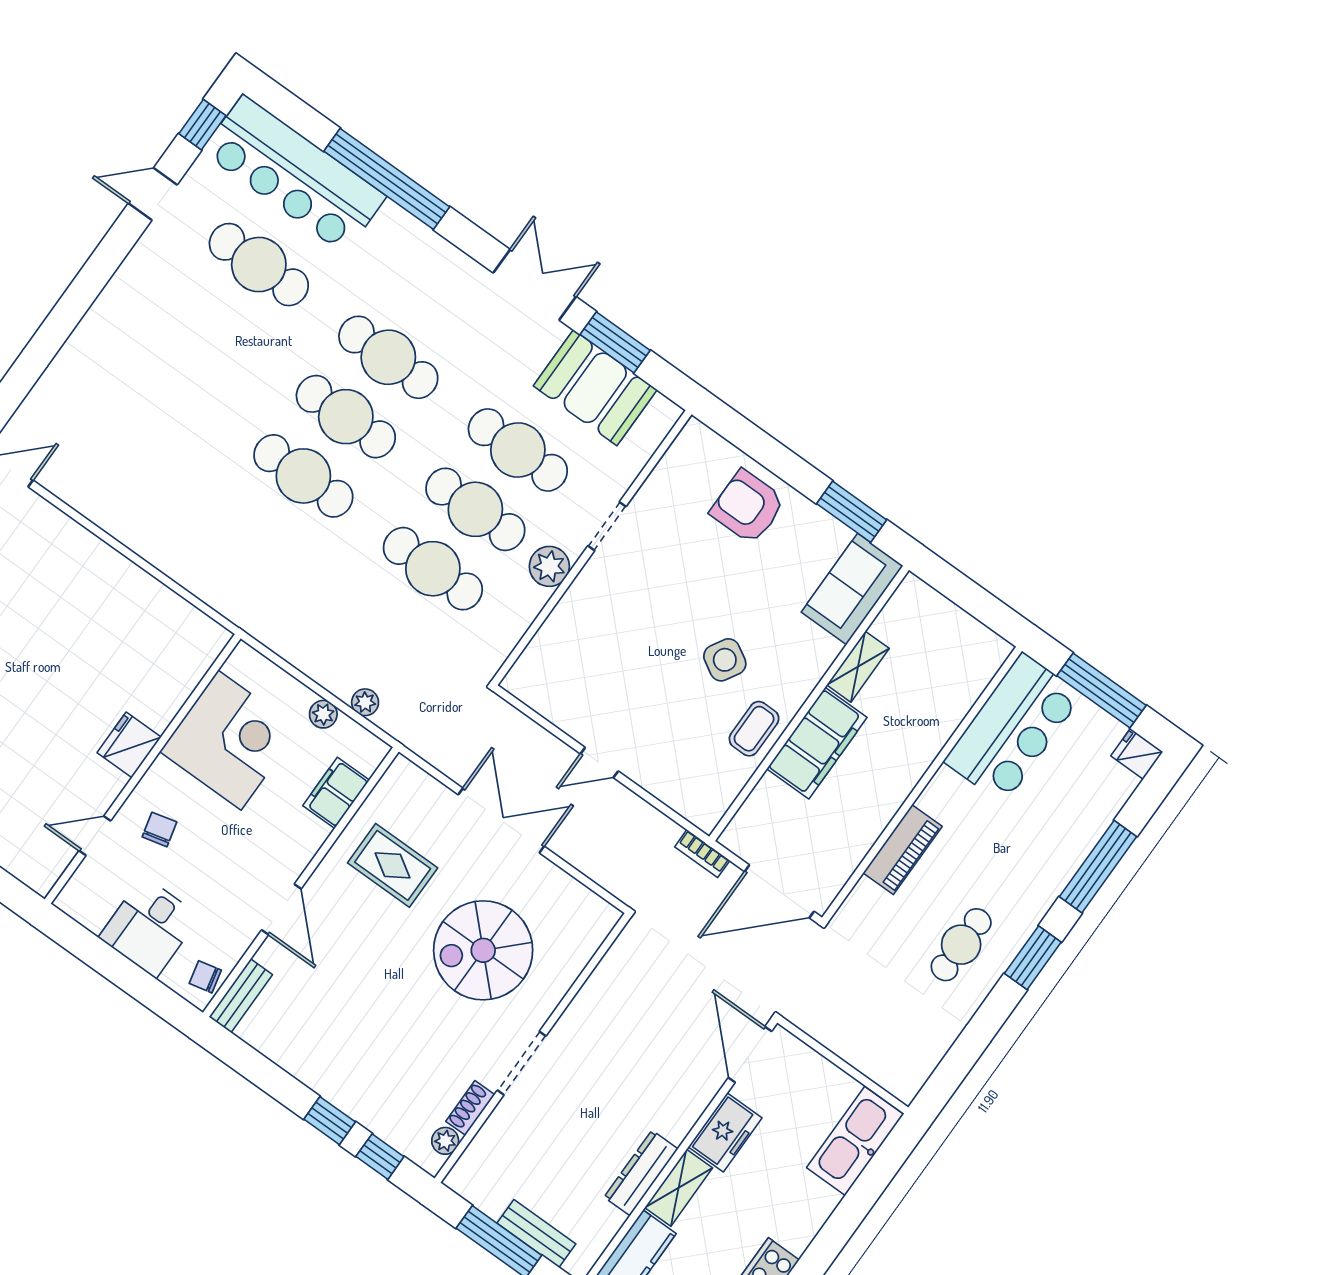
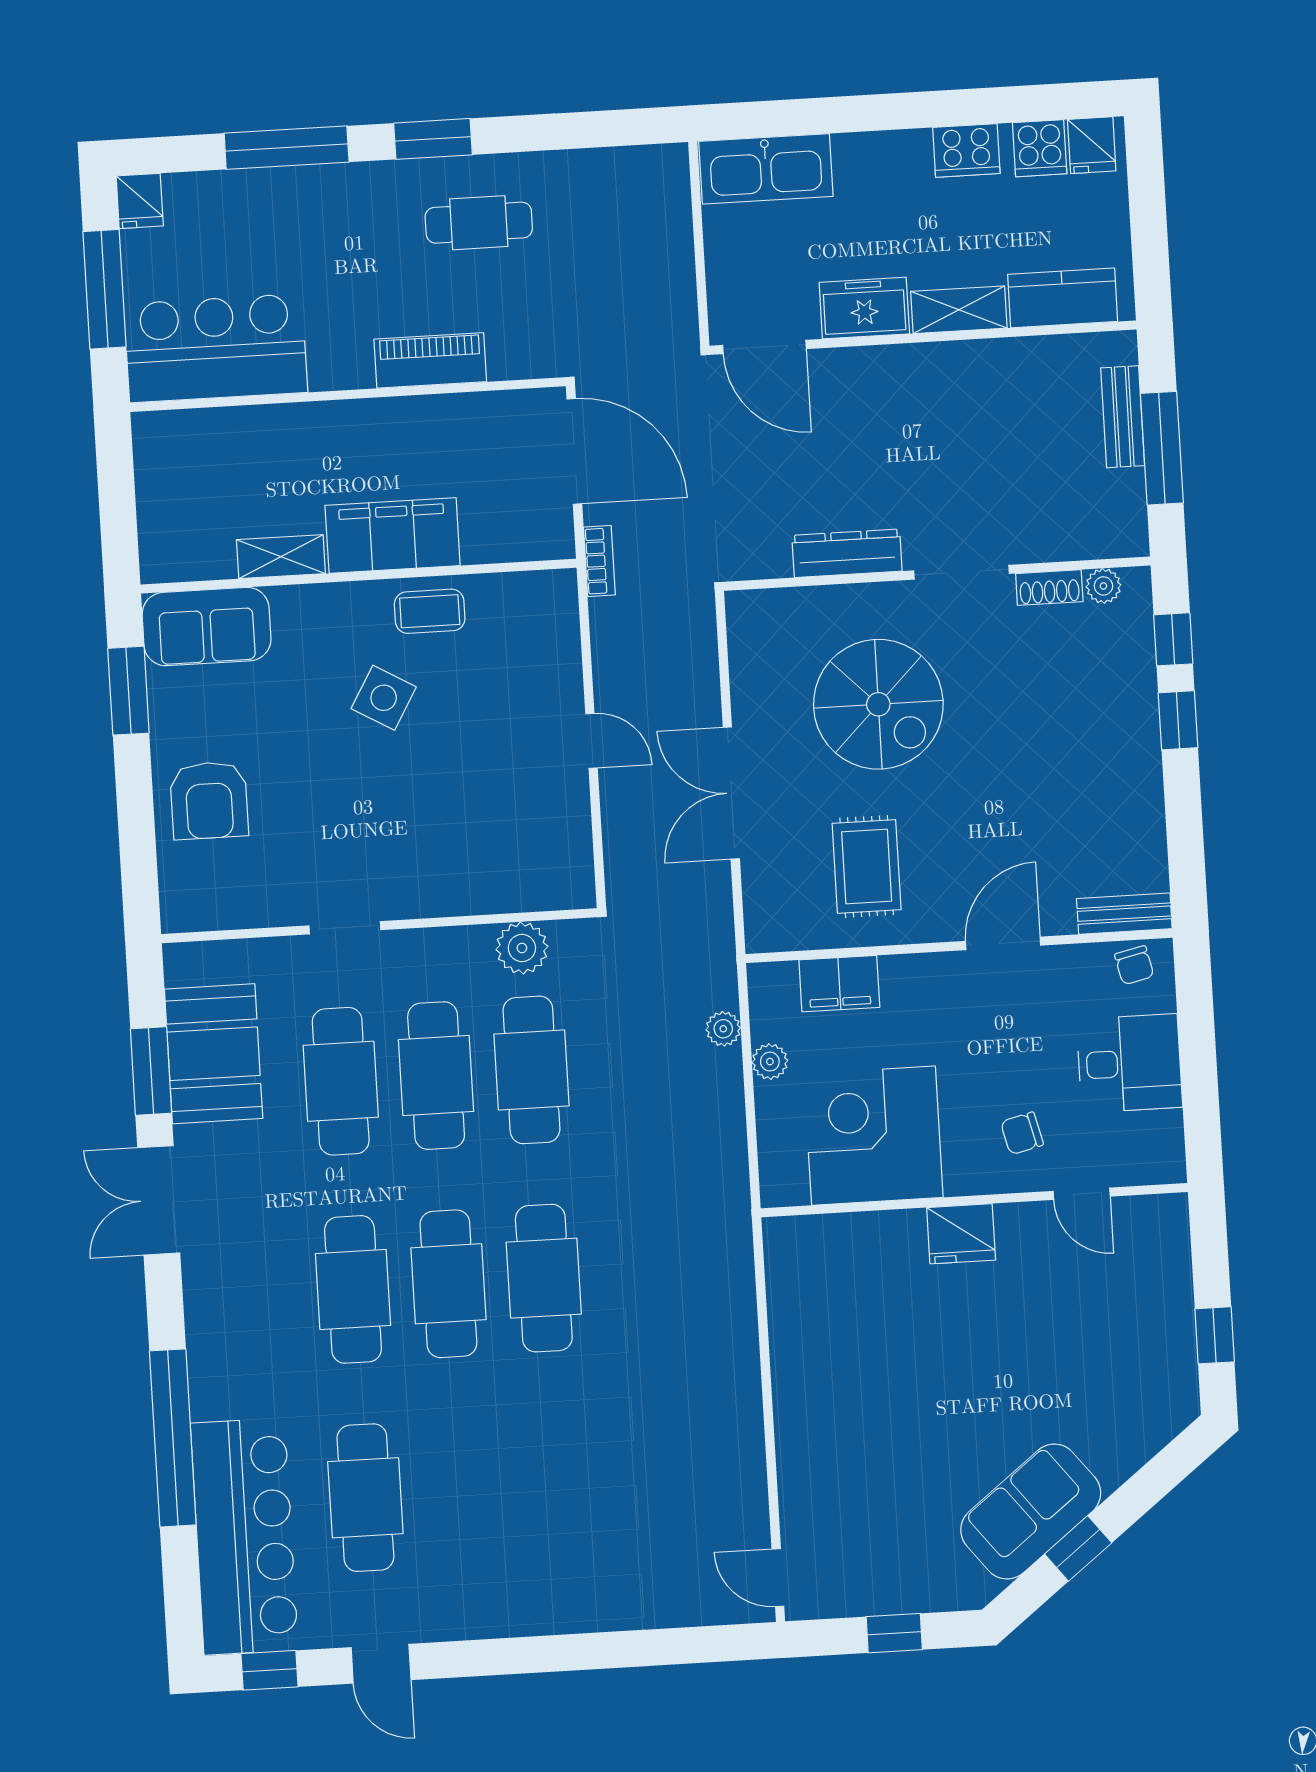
plant: (549, 566) -> (522, 948), moved
door: (750, 1054) -> (765, 347), hinge flipped
dresser: (641, 1173) -> (847, 553), moved, turned 180

